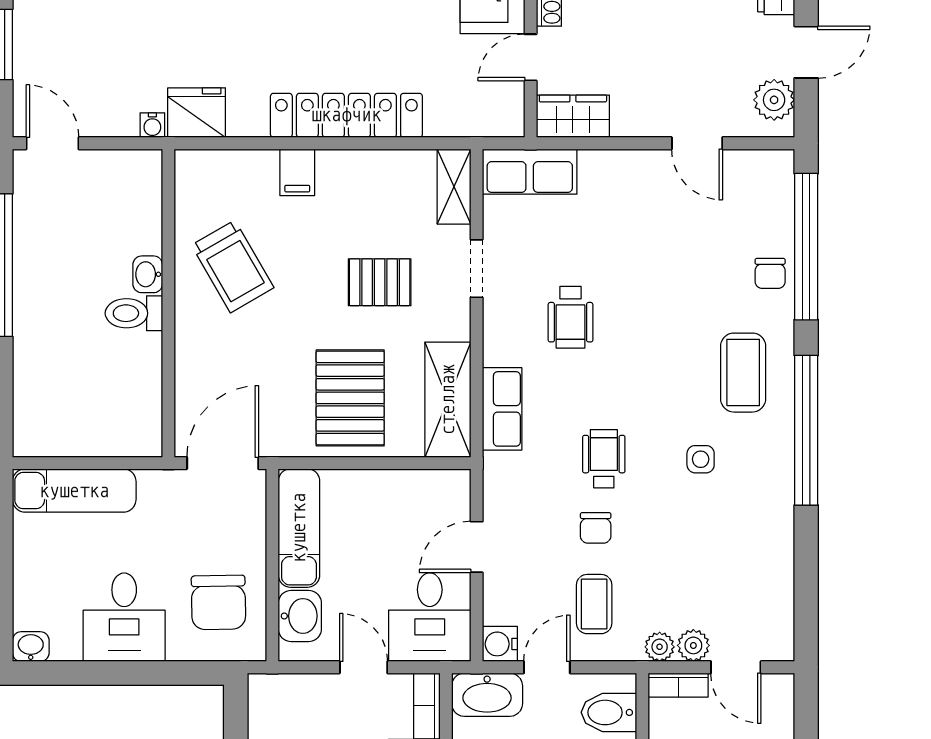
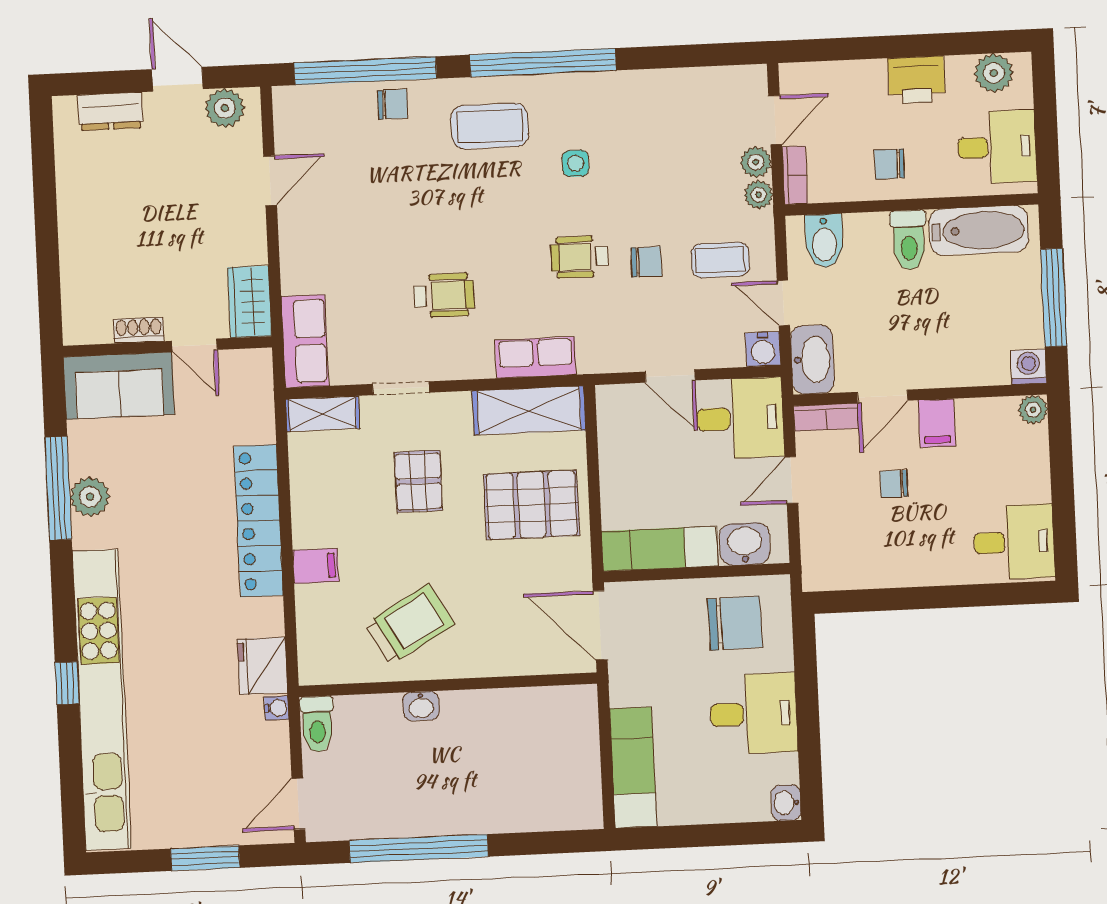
toilet: (134, 313) -> (317, 724), moved

